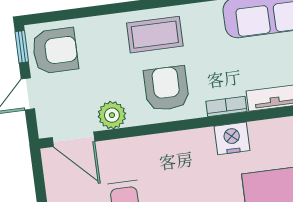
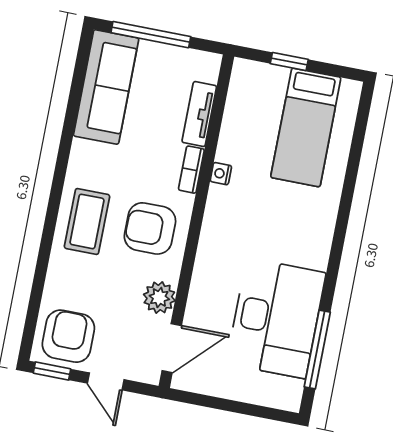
nightstand: (232, 138) -> (221, 174), width x0.53, depth x0.56

